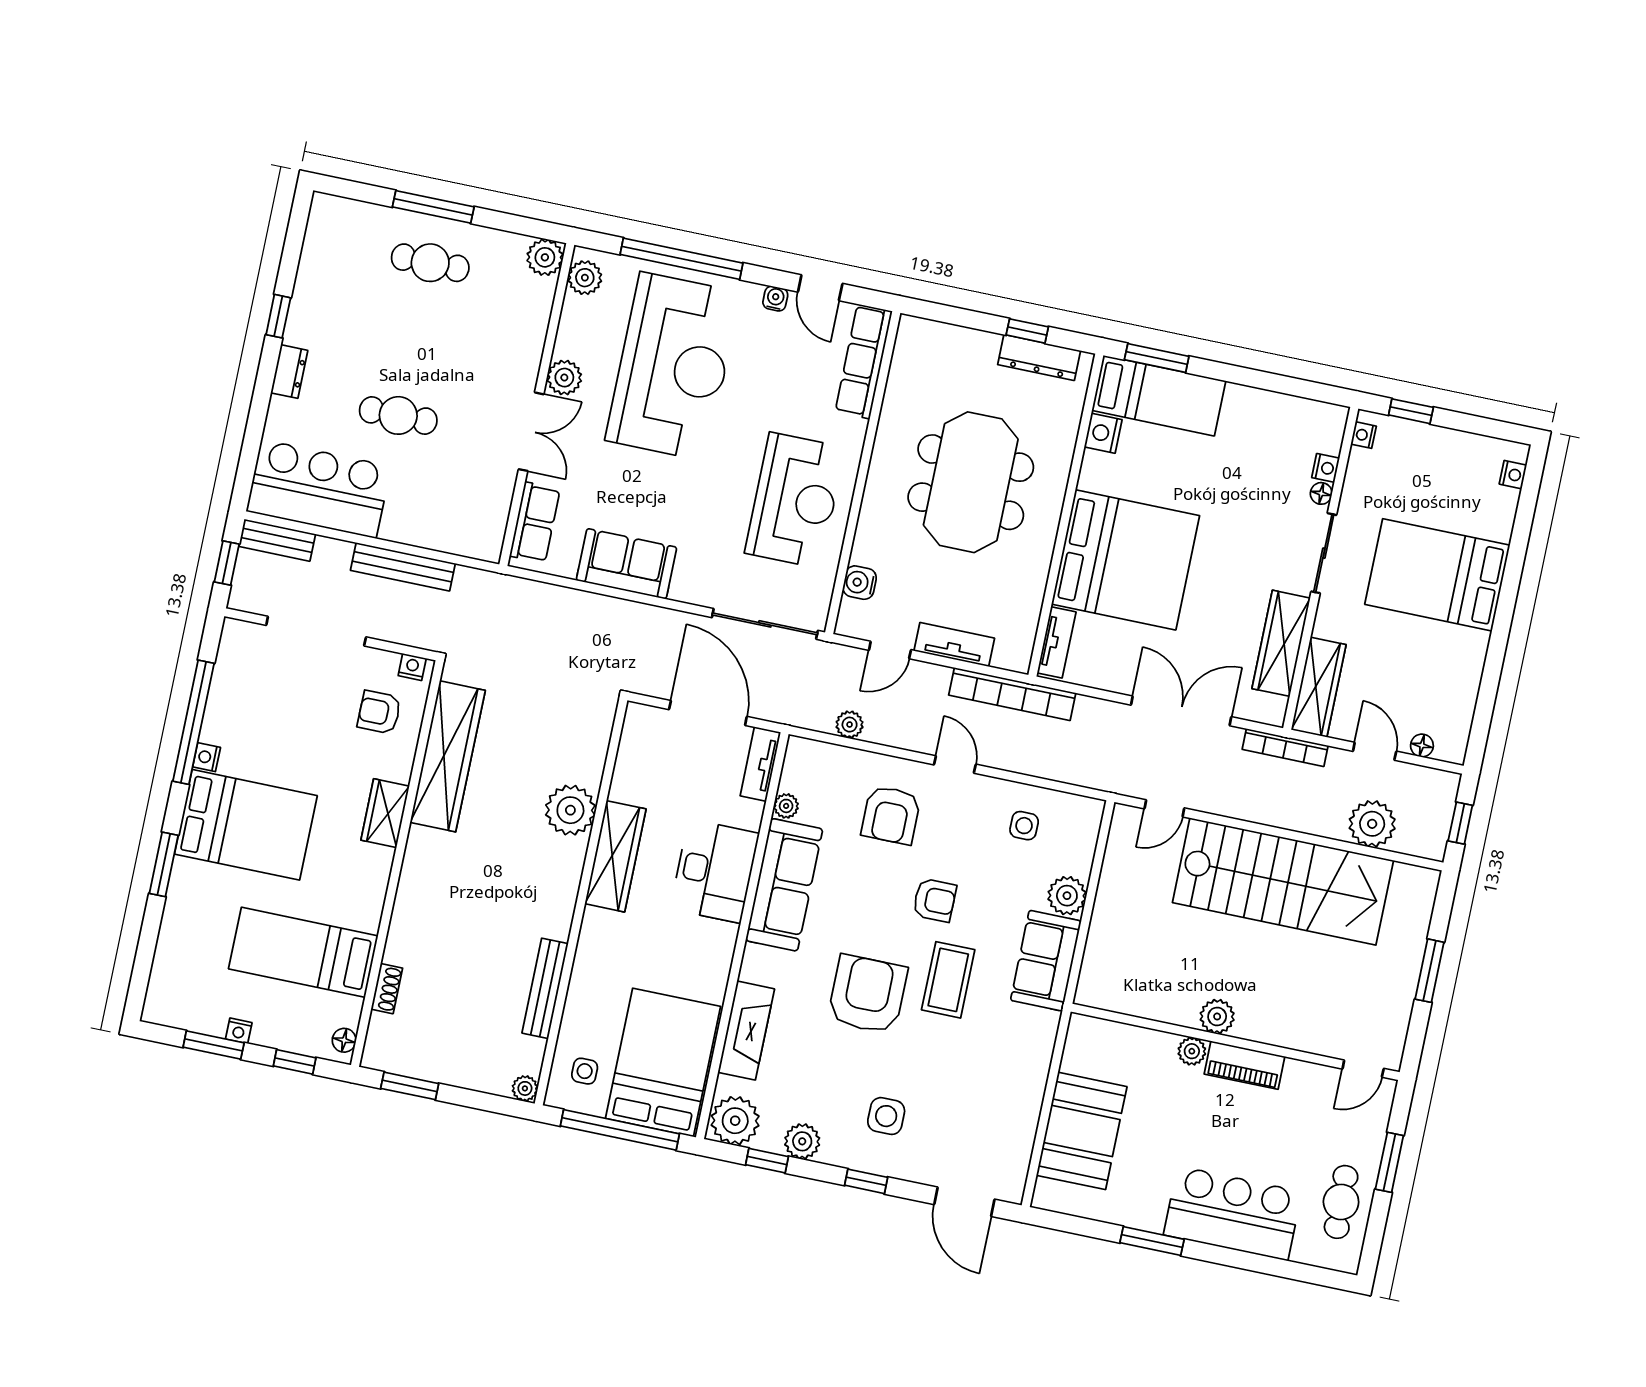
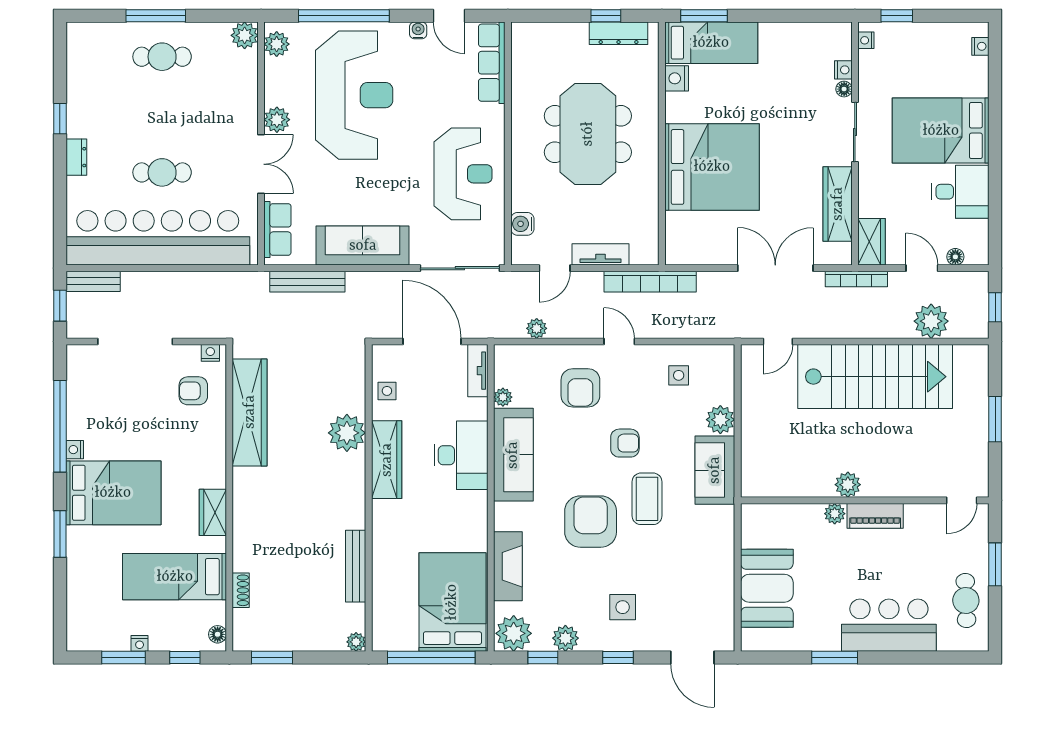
bar counter: (319, 489) -> (158, 238), width x1.86
sofa: (626, 564) -> (363, 246), width x1.36
bench: (403, 567) -> (307, 282), moved
tv unit: (1056, 642) -> (674, 237), removed
desk: (1446, 661) -> (960, 192), added
wardrobe: (1319, 687) -> (871, 242), width x0.67
wardrobe: (385, 813) -> (213, 512), moved
side table: (585, 1071) -> (387, 391), moved

